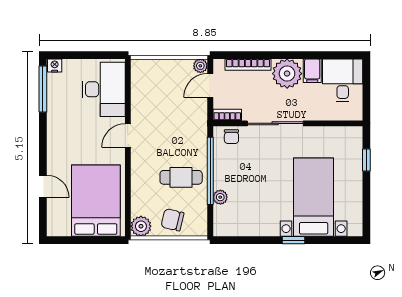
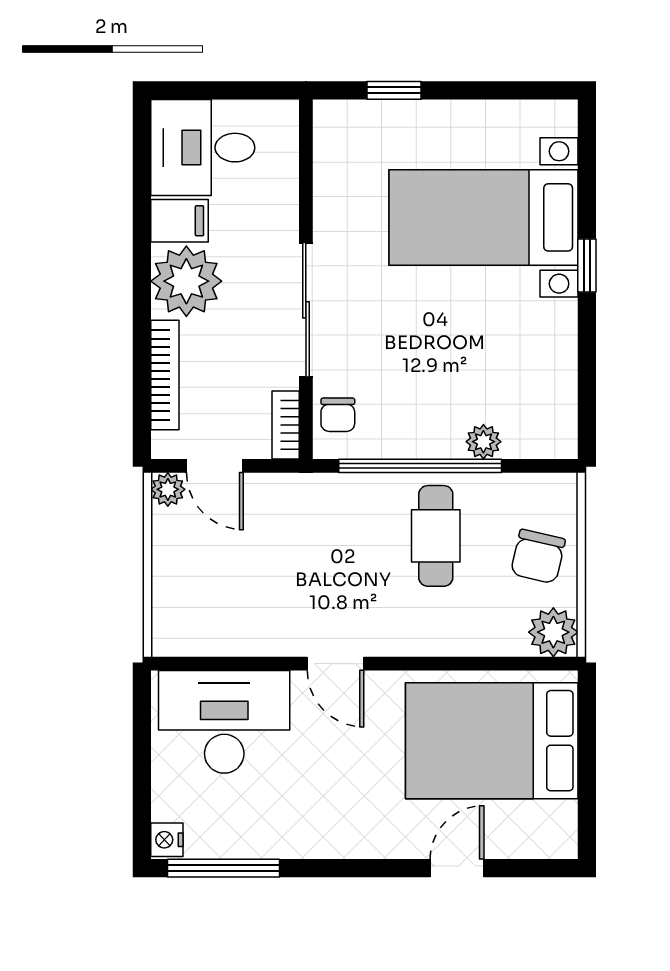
chair: (231, 137) -> (338, 415), turned 90

